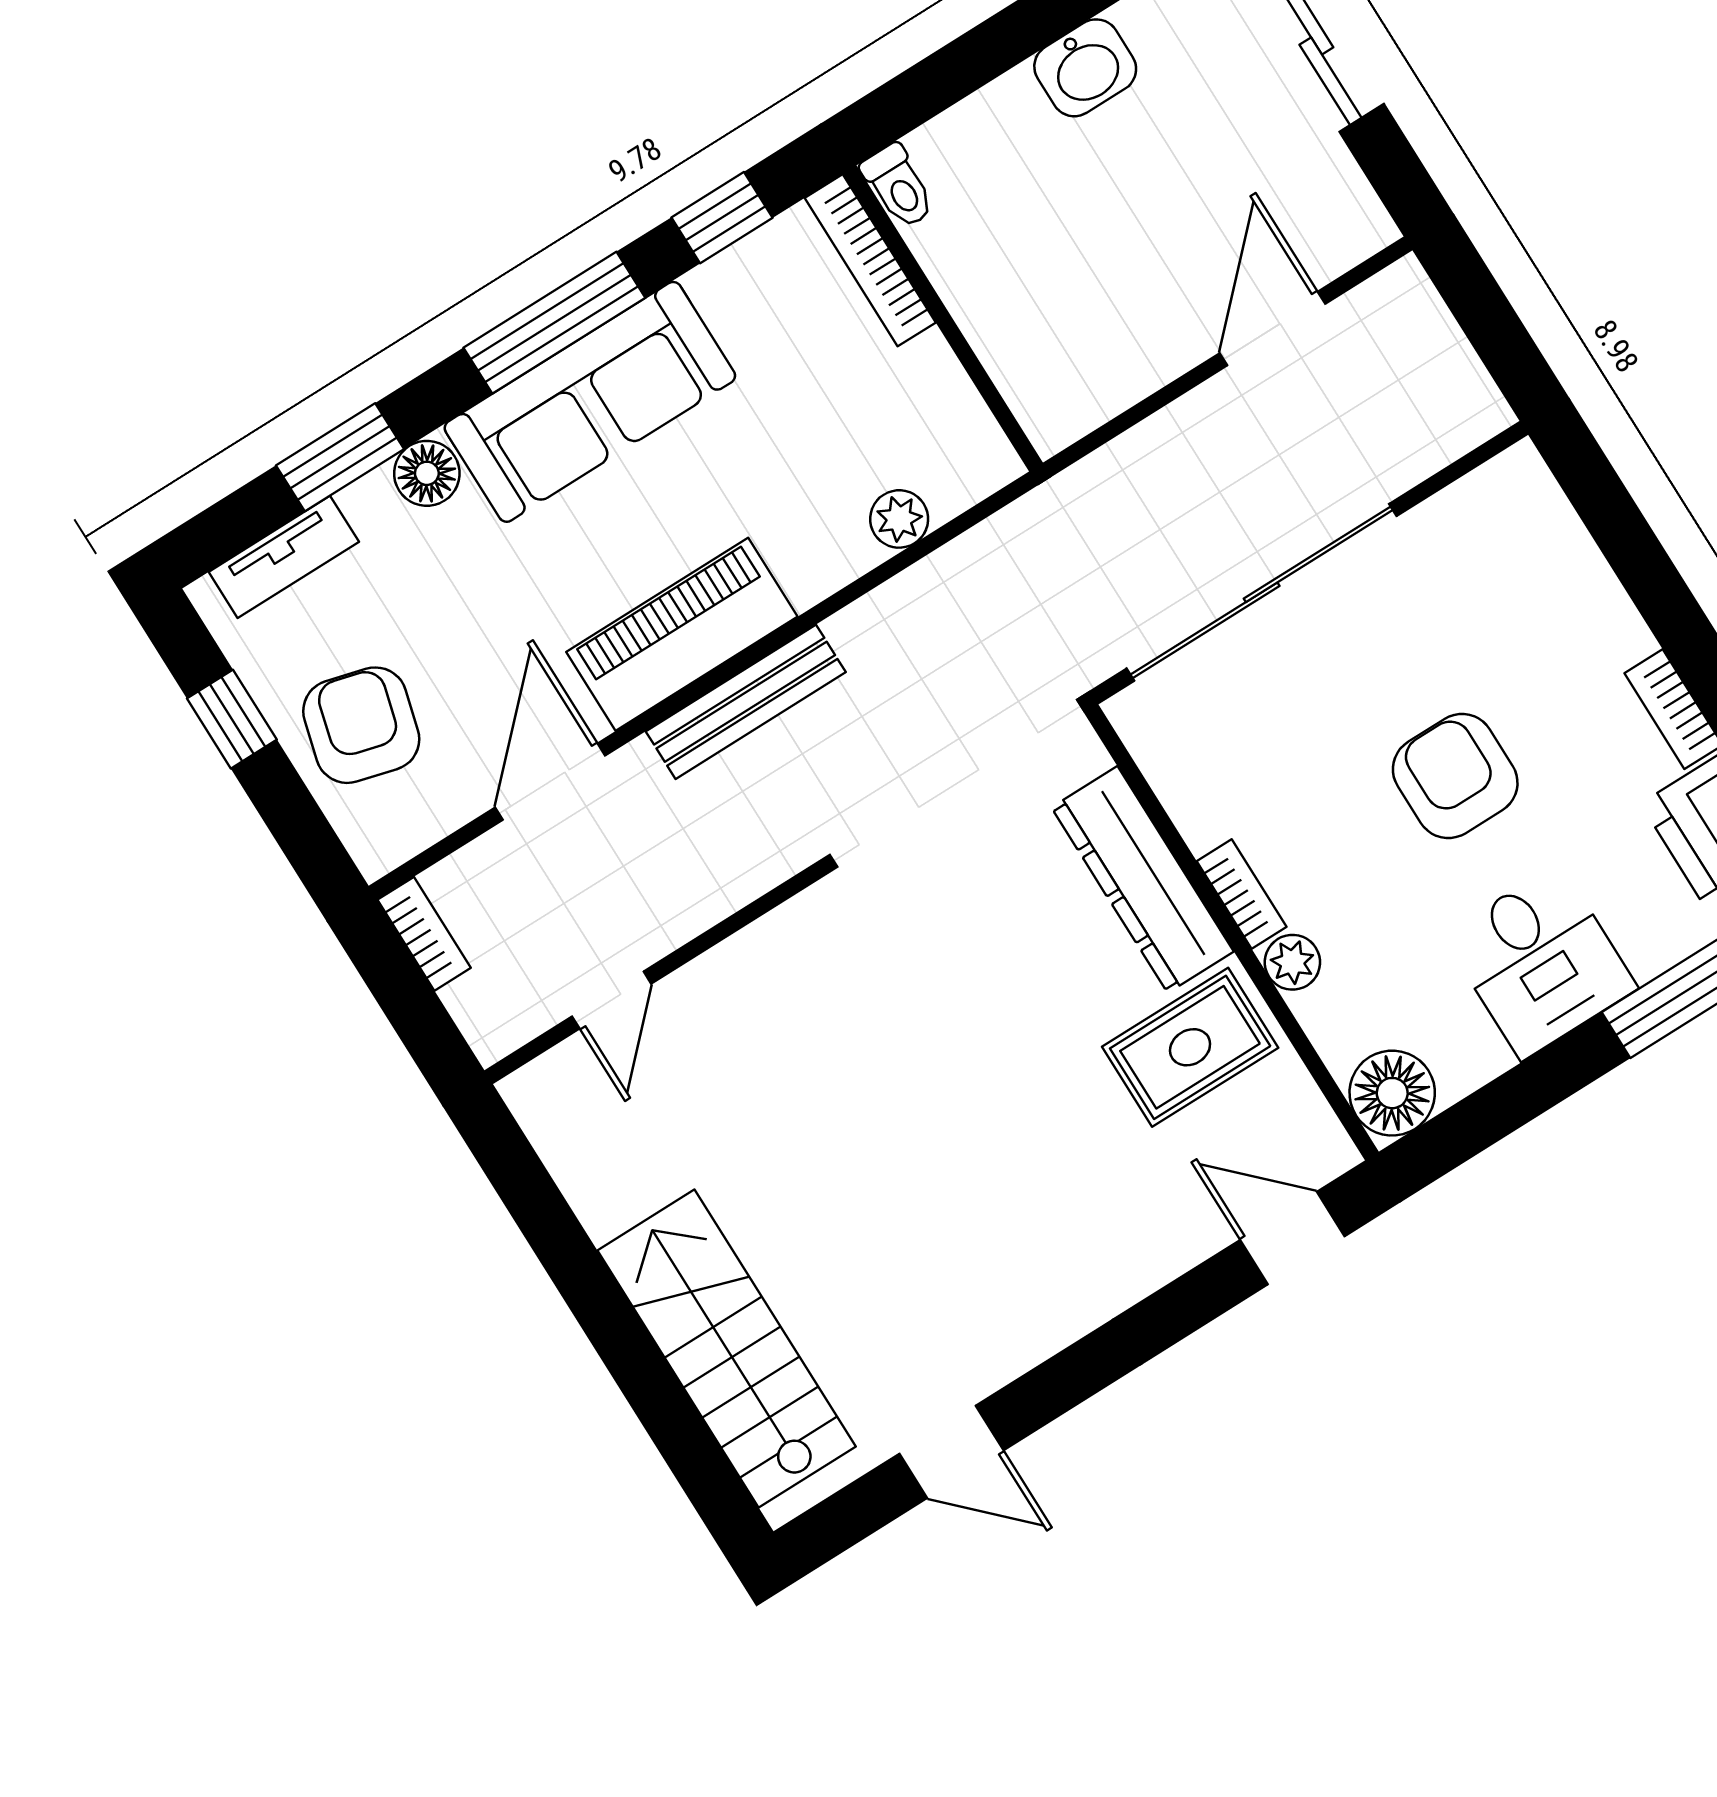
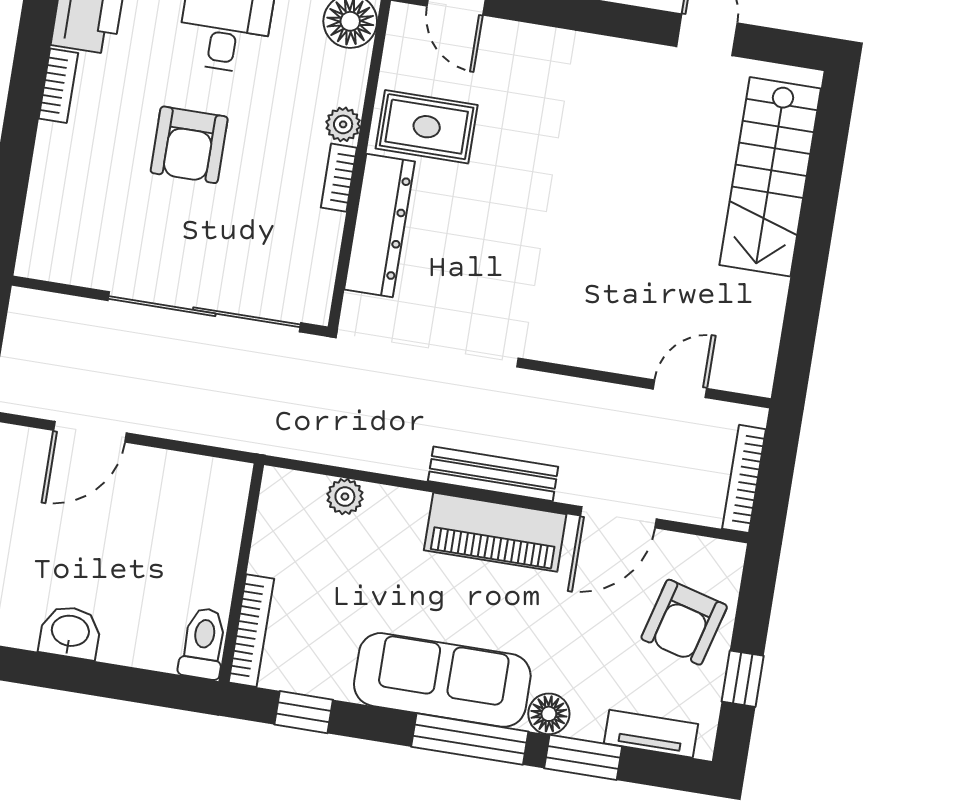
toilet: (898, 186) -> (203, 643), width x1.37, depth x1.39
window: (554, 323) -> (470, 739), moved
bookcase: (424, 934) -> (744, 479), width x1.56

